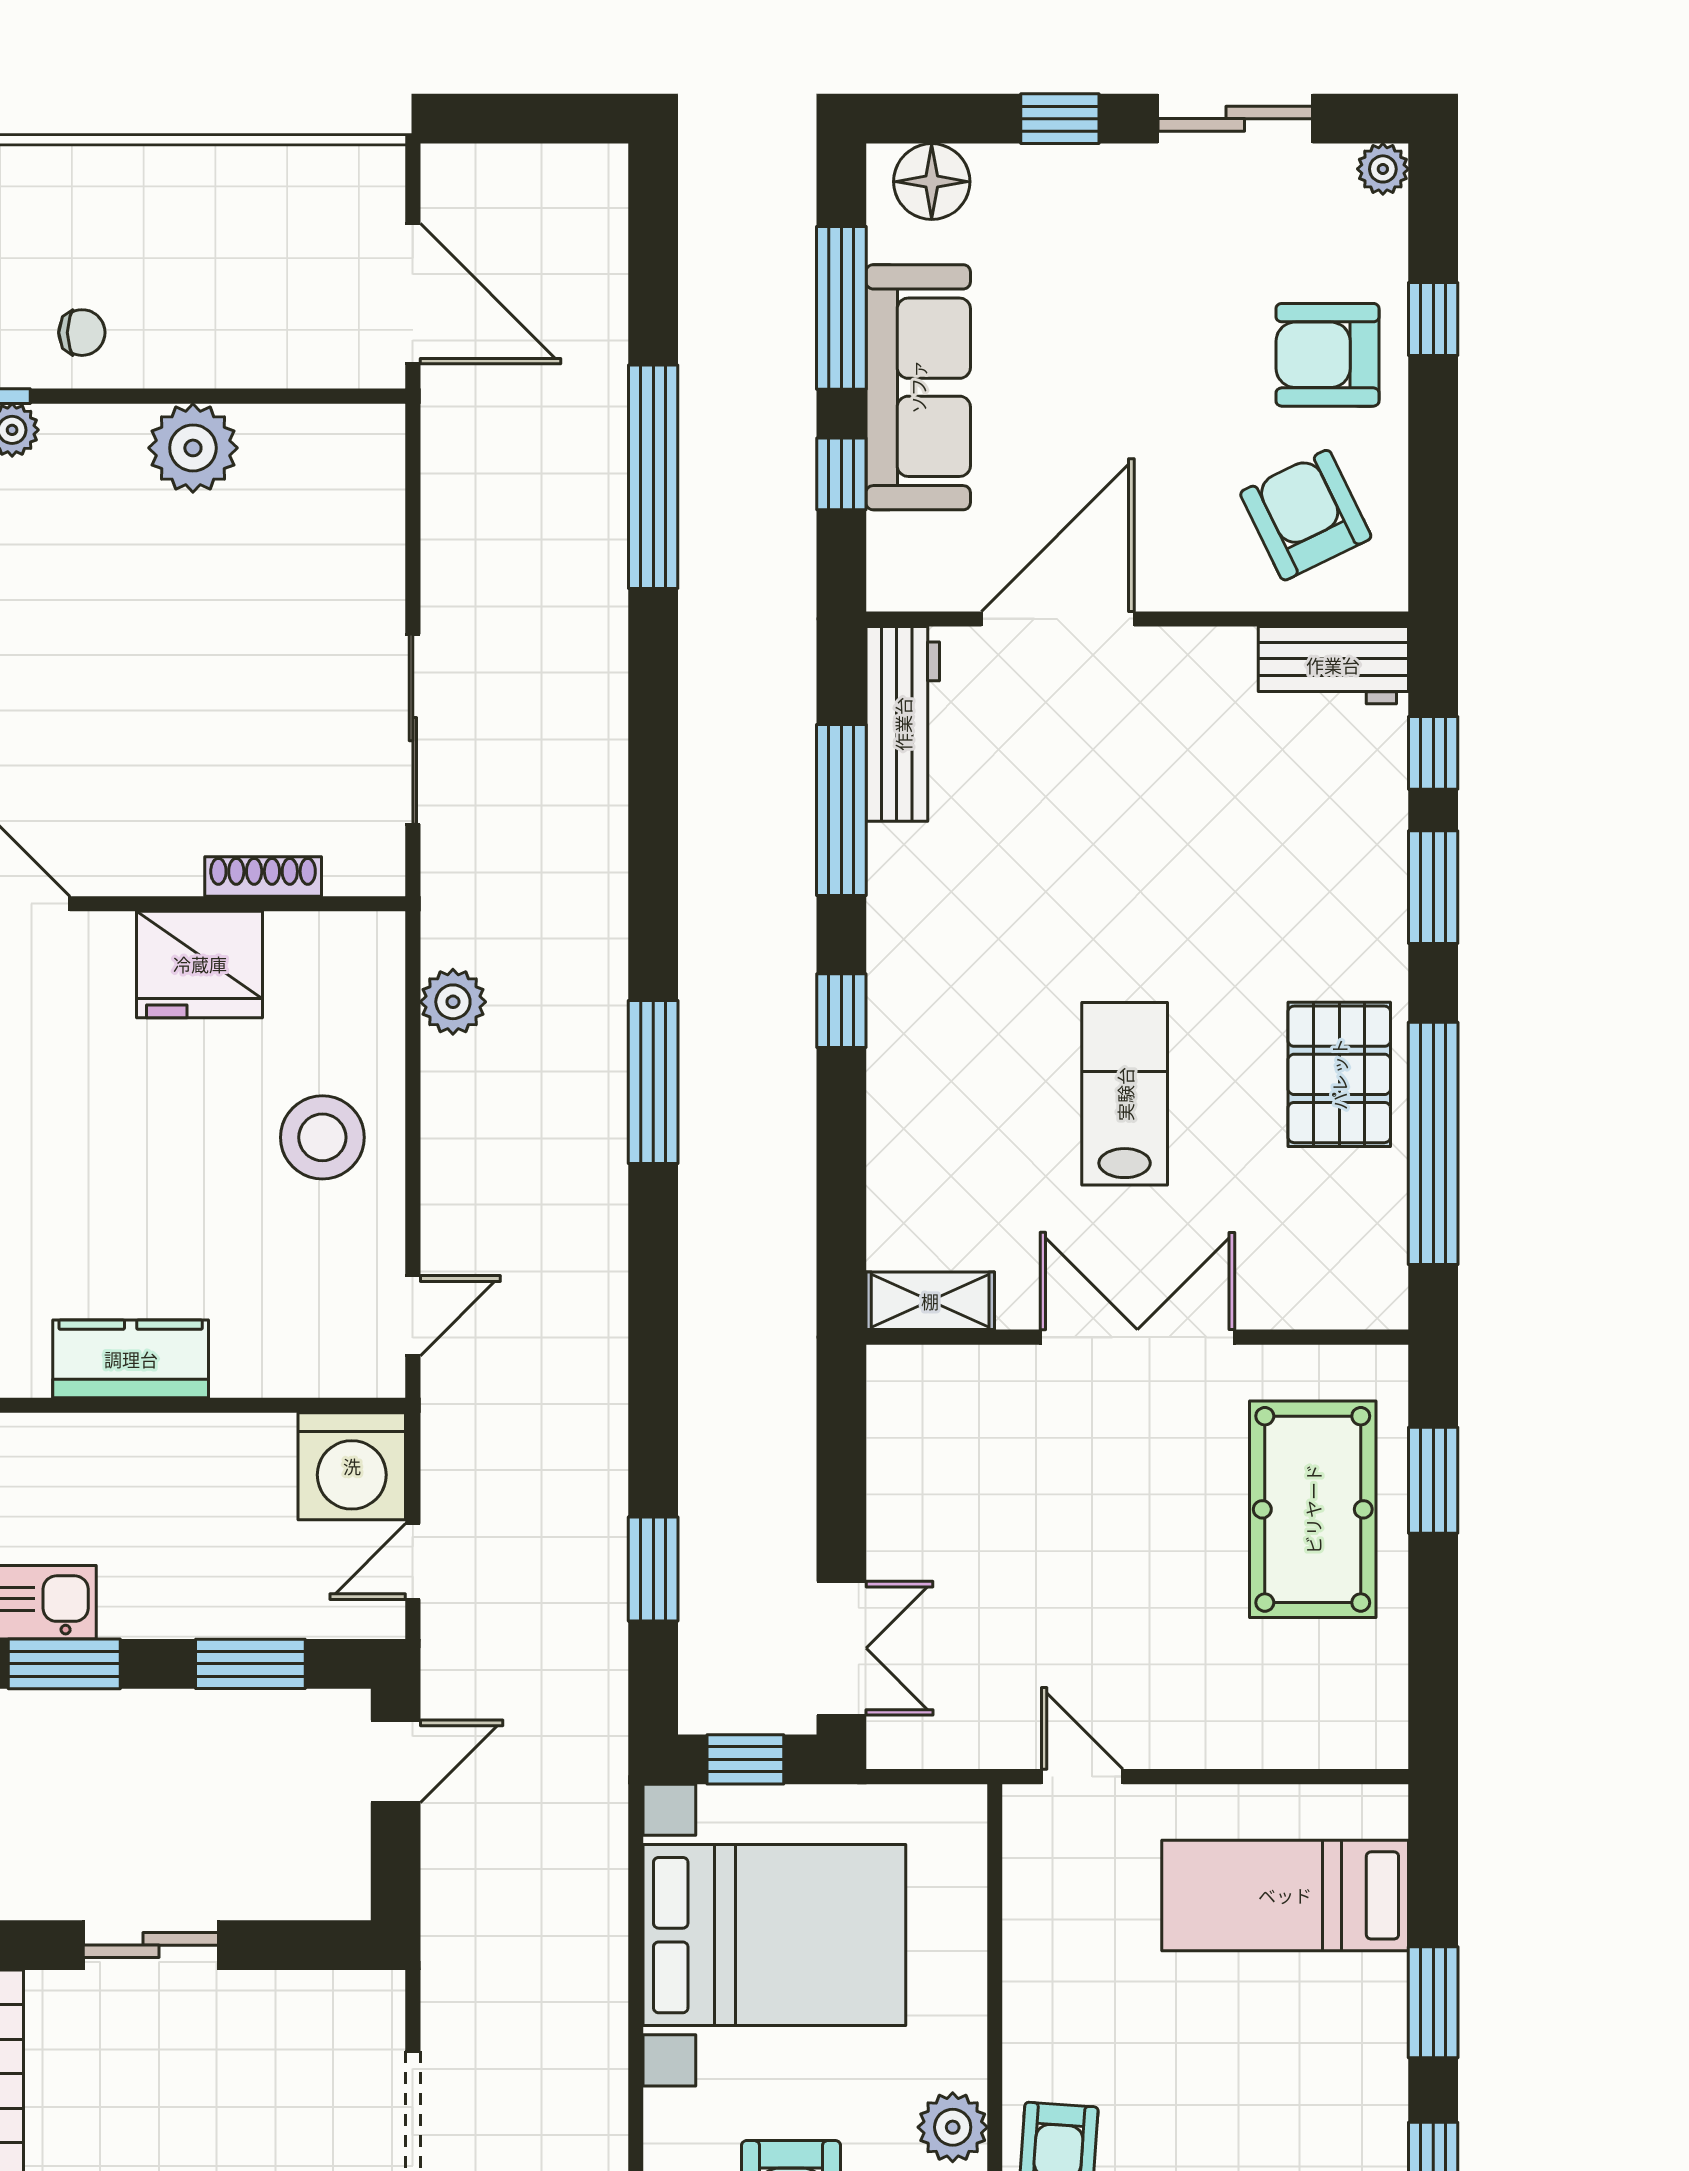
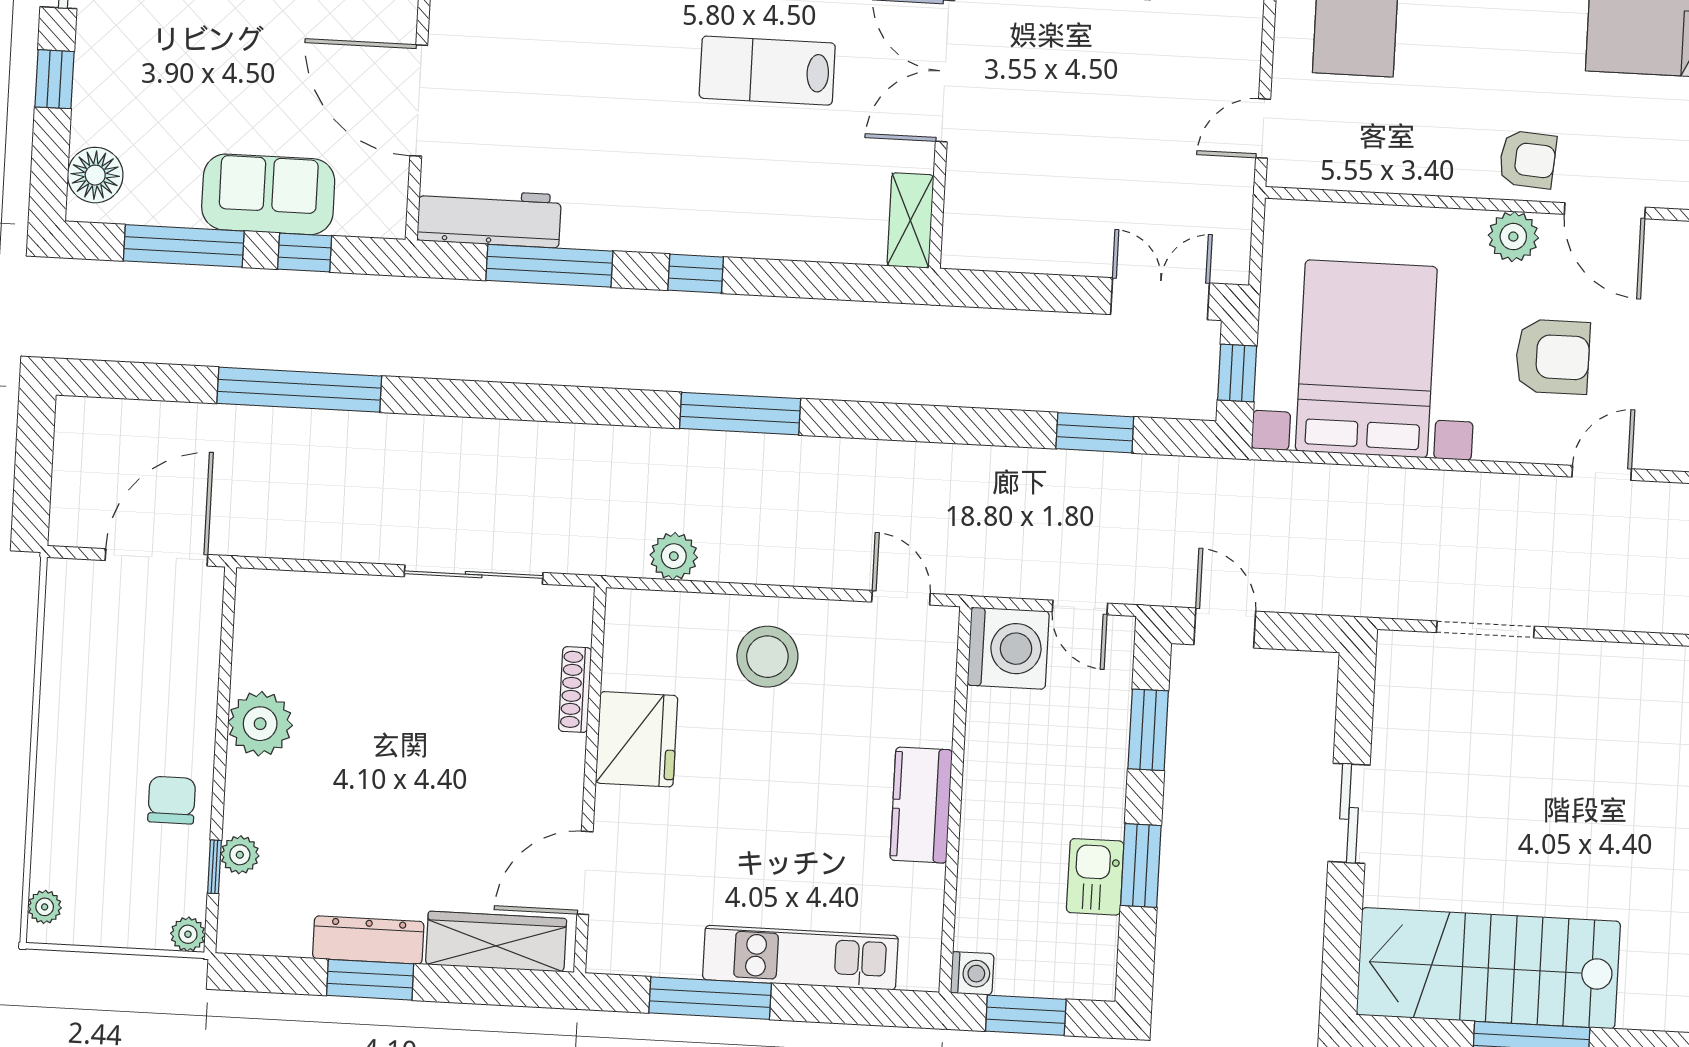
chair: (82, 333) -> (172, 800), width x1.37, depth x1.37
sofa: (918, 387) -> (268, 194), width x0.73

